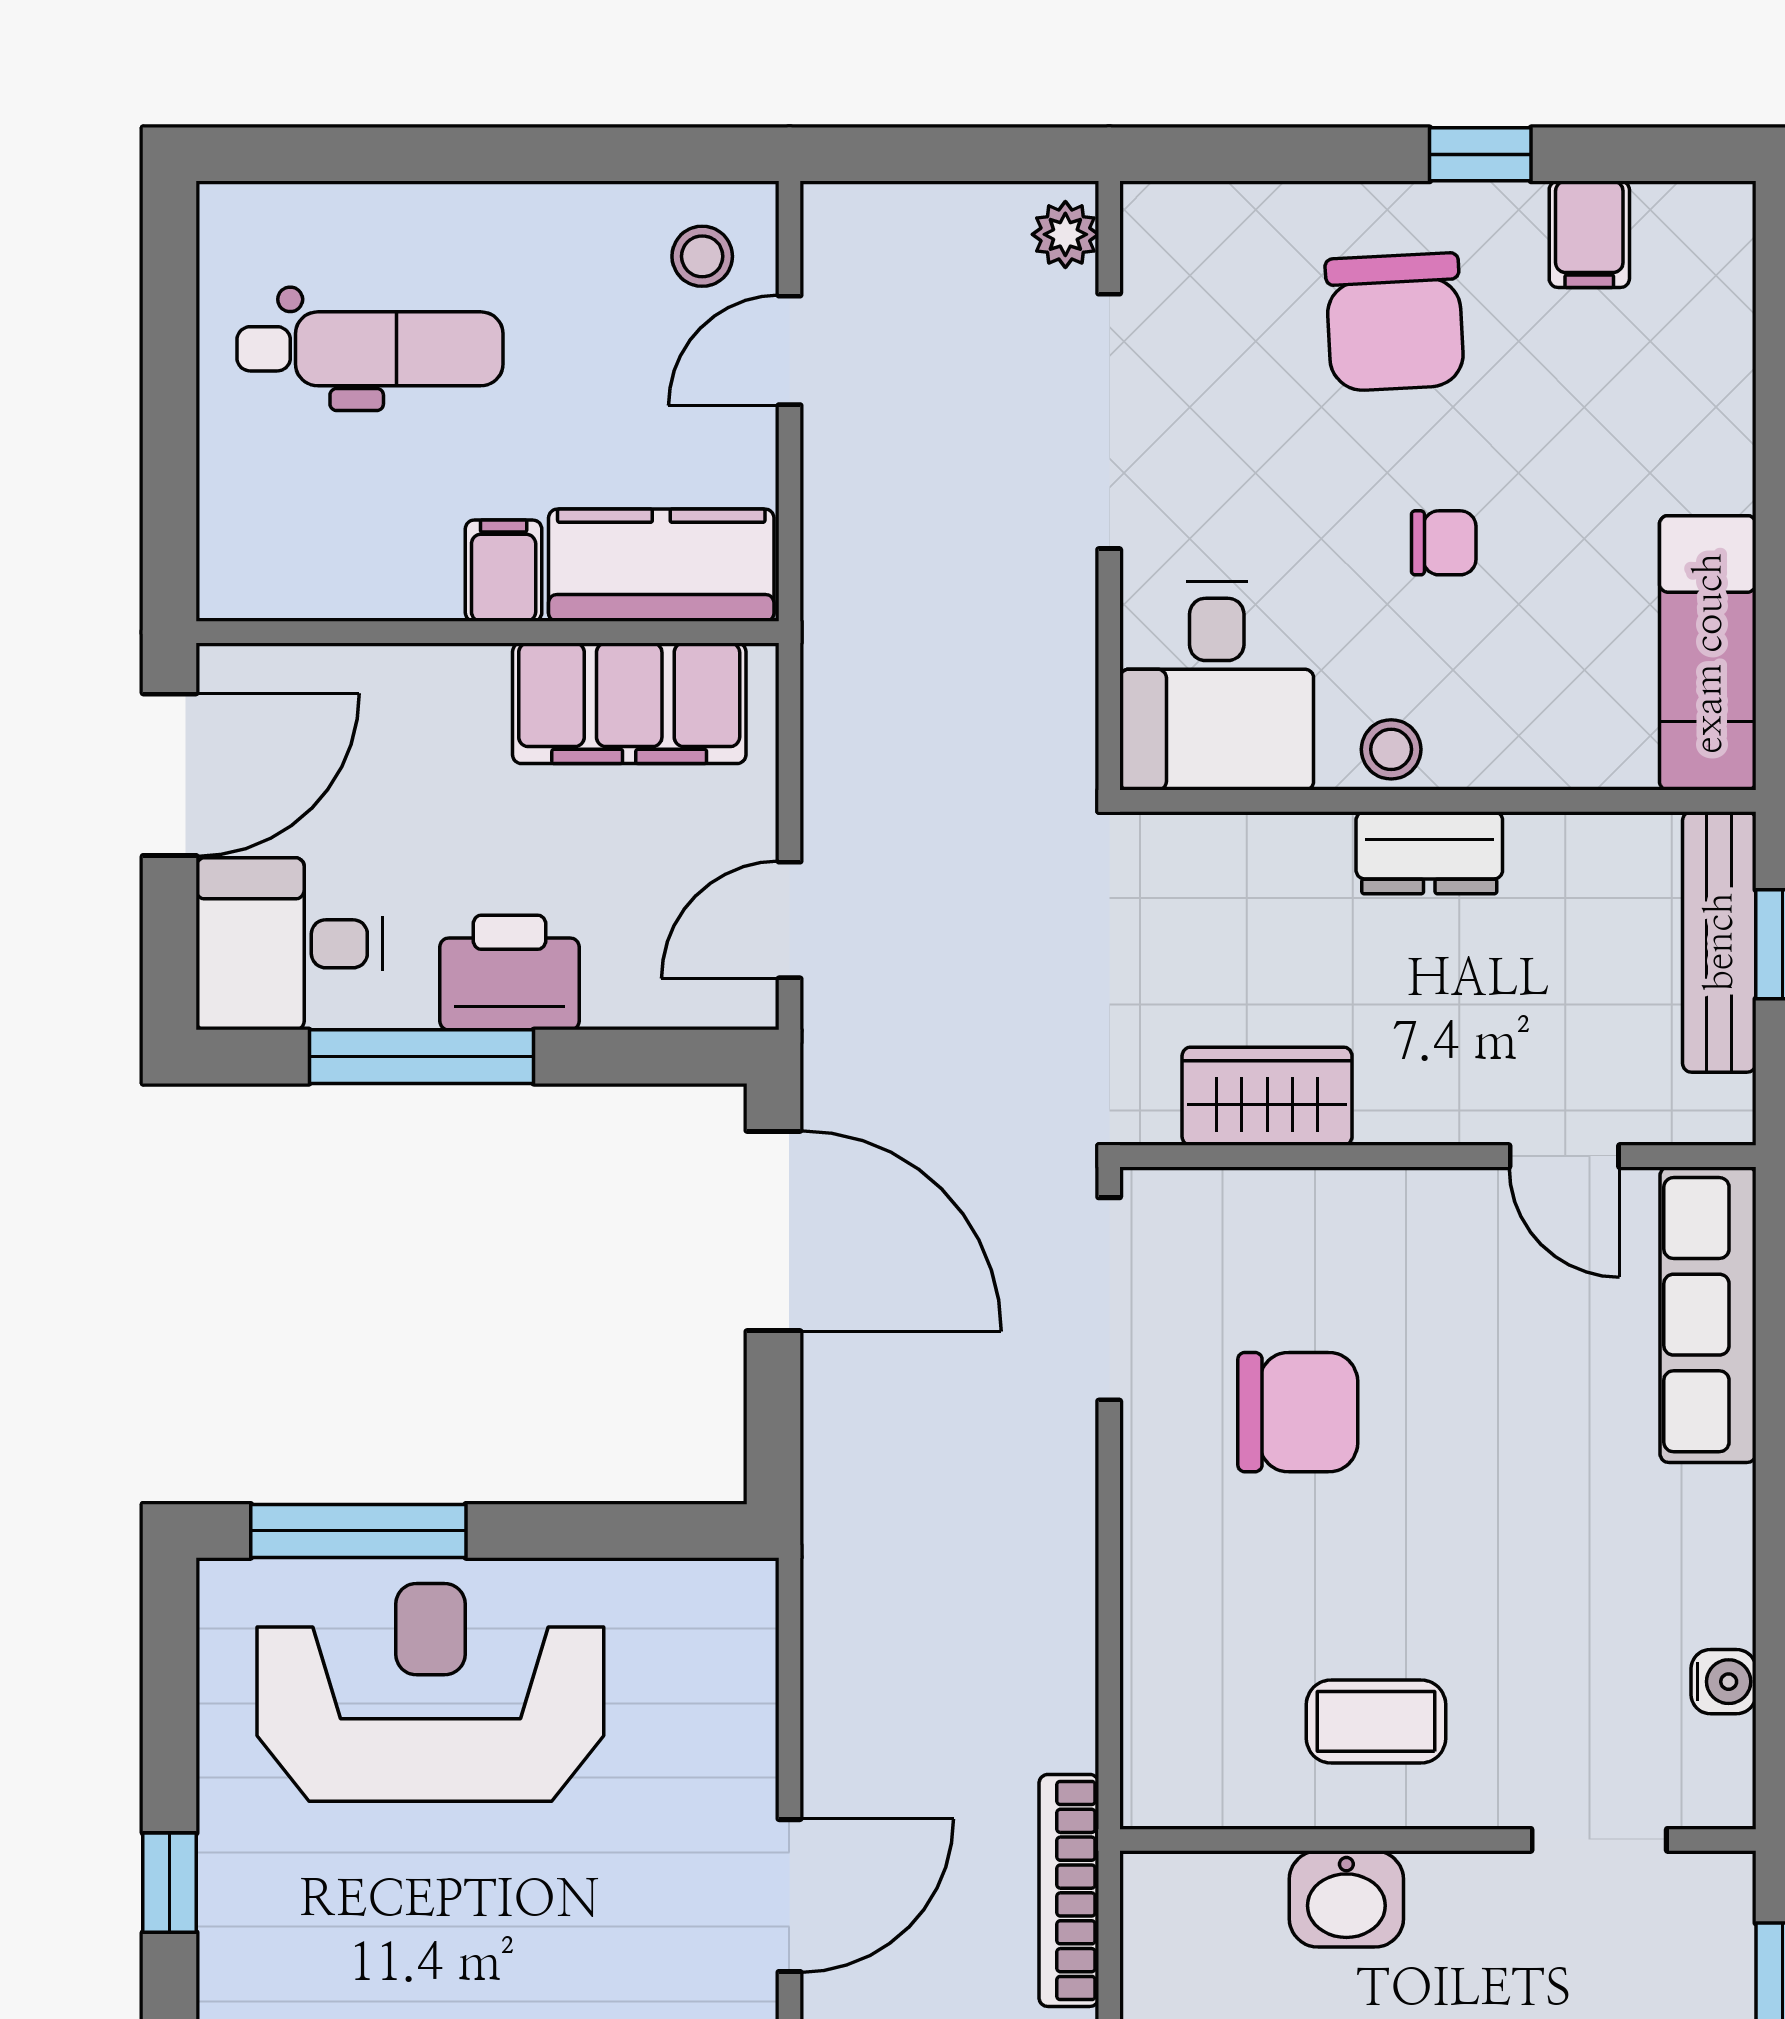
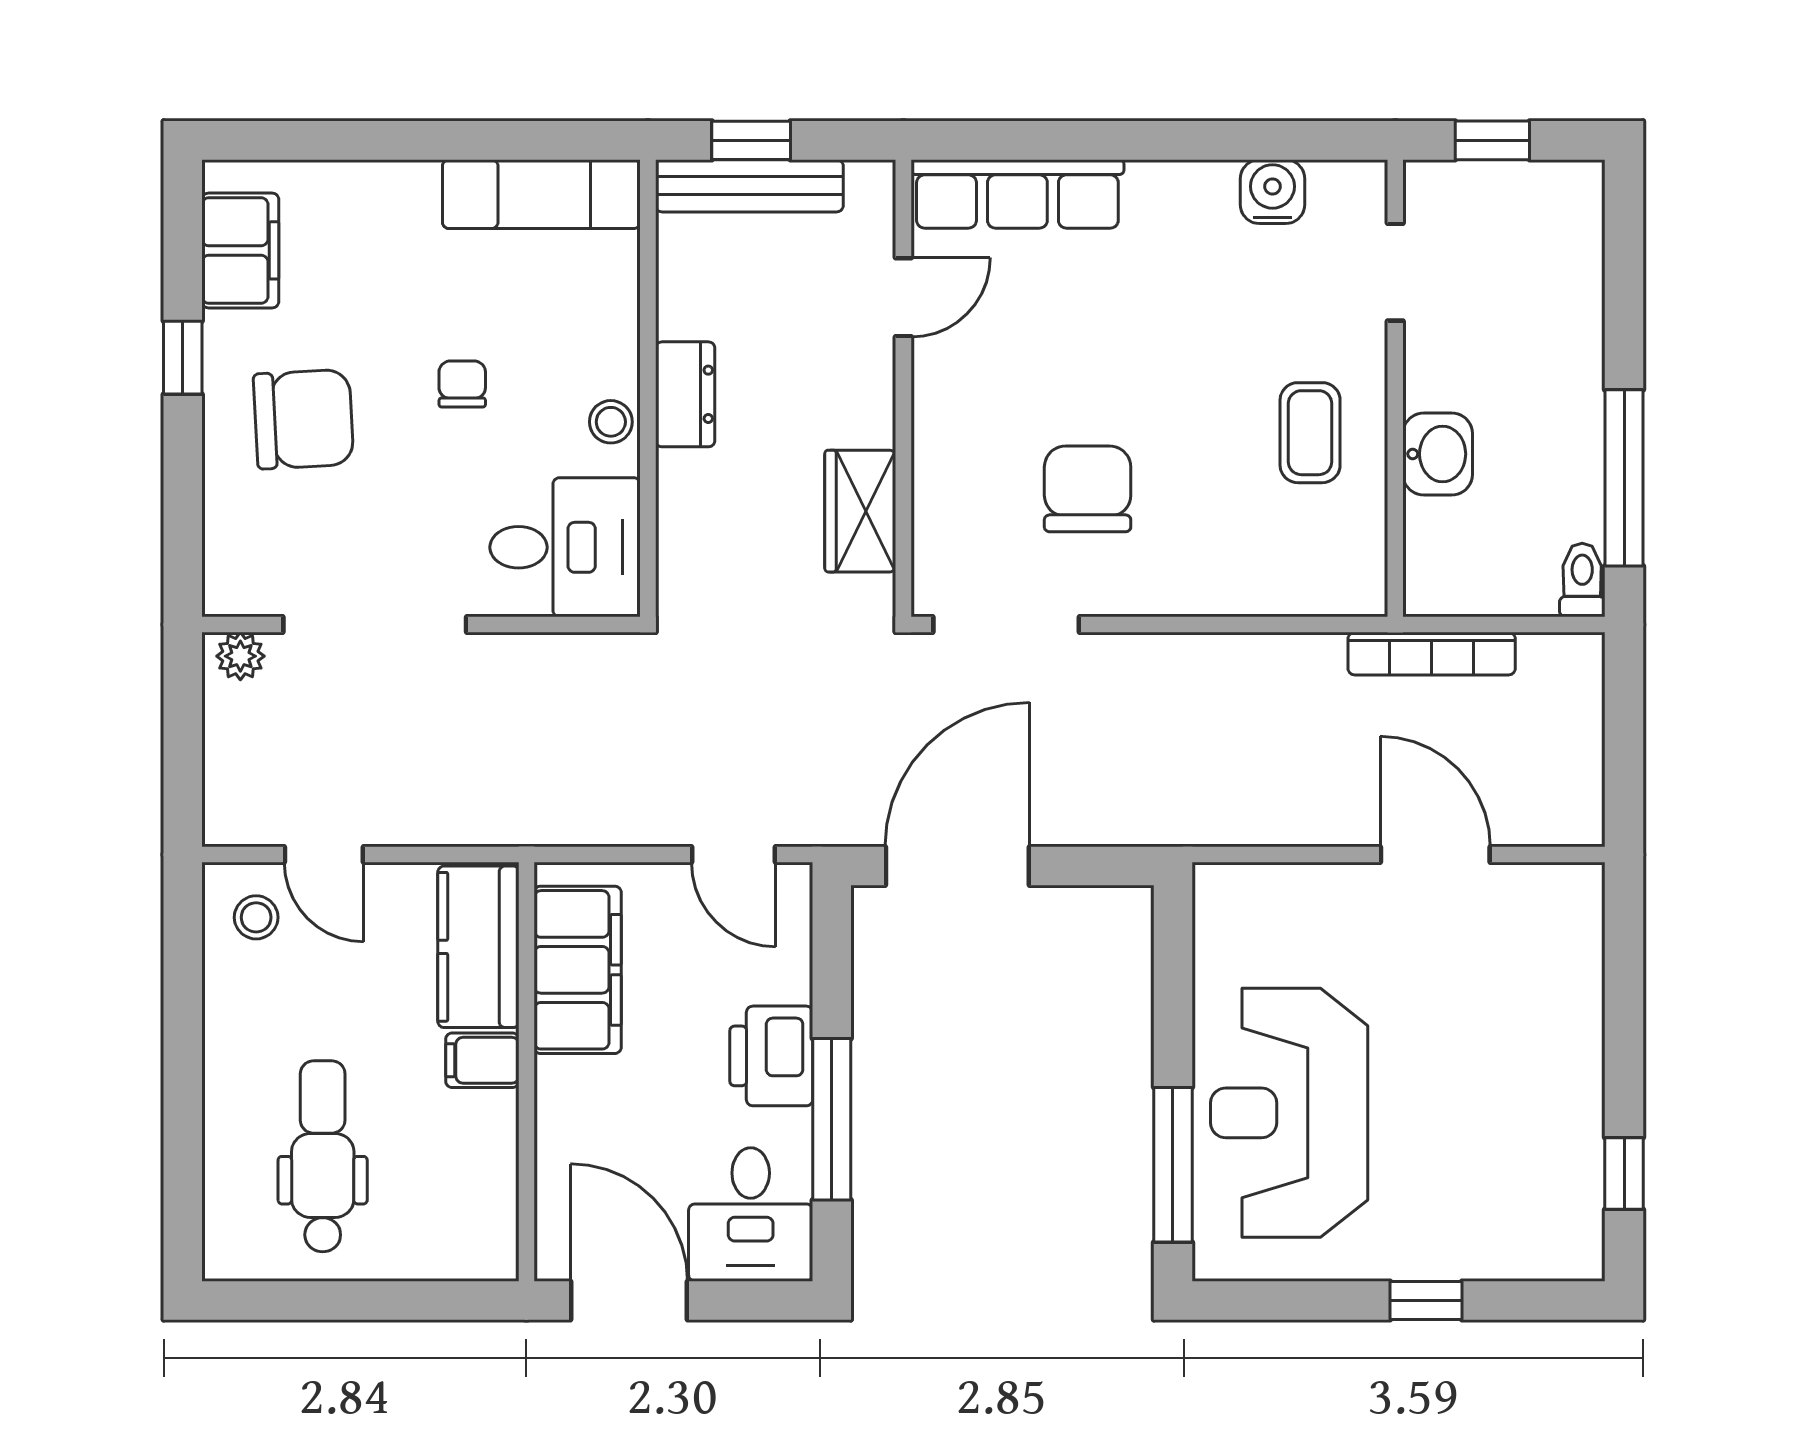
filing cabinet: (1589, 234) -> (240, 250), width x2.00
water cooler: (1723, 1682) -> (1273, 192), width x1.38, depth x1.38

